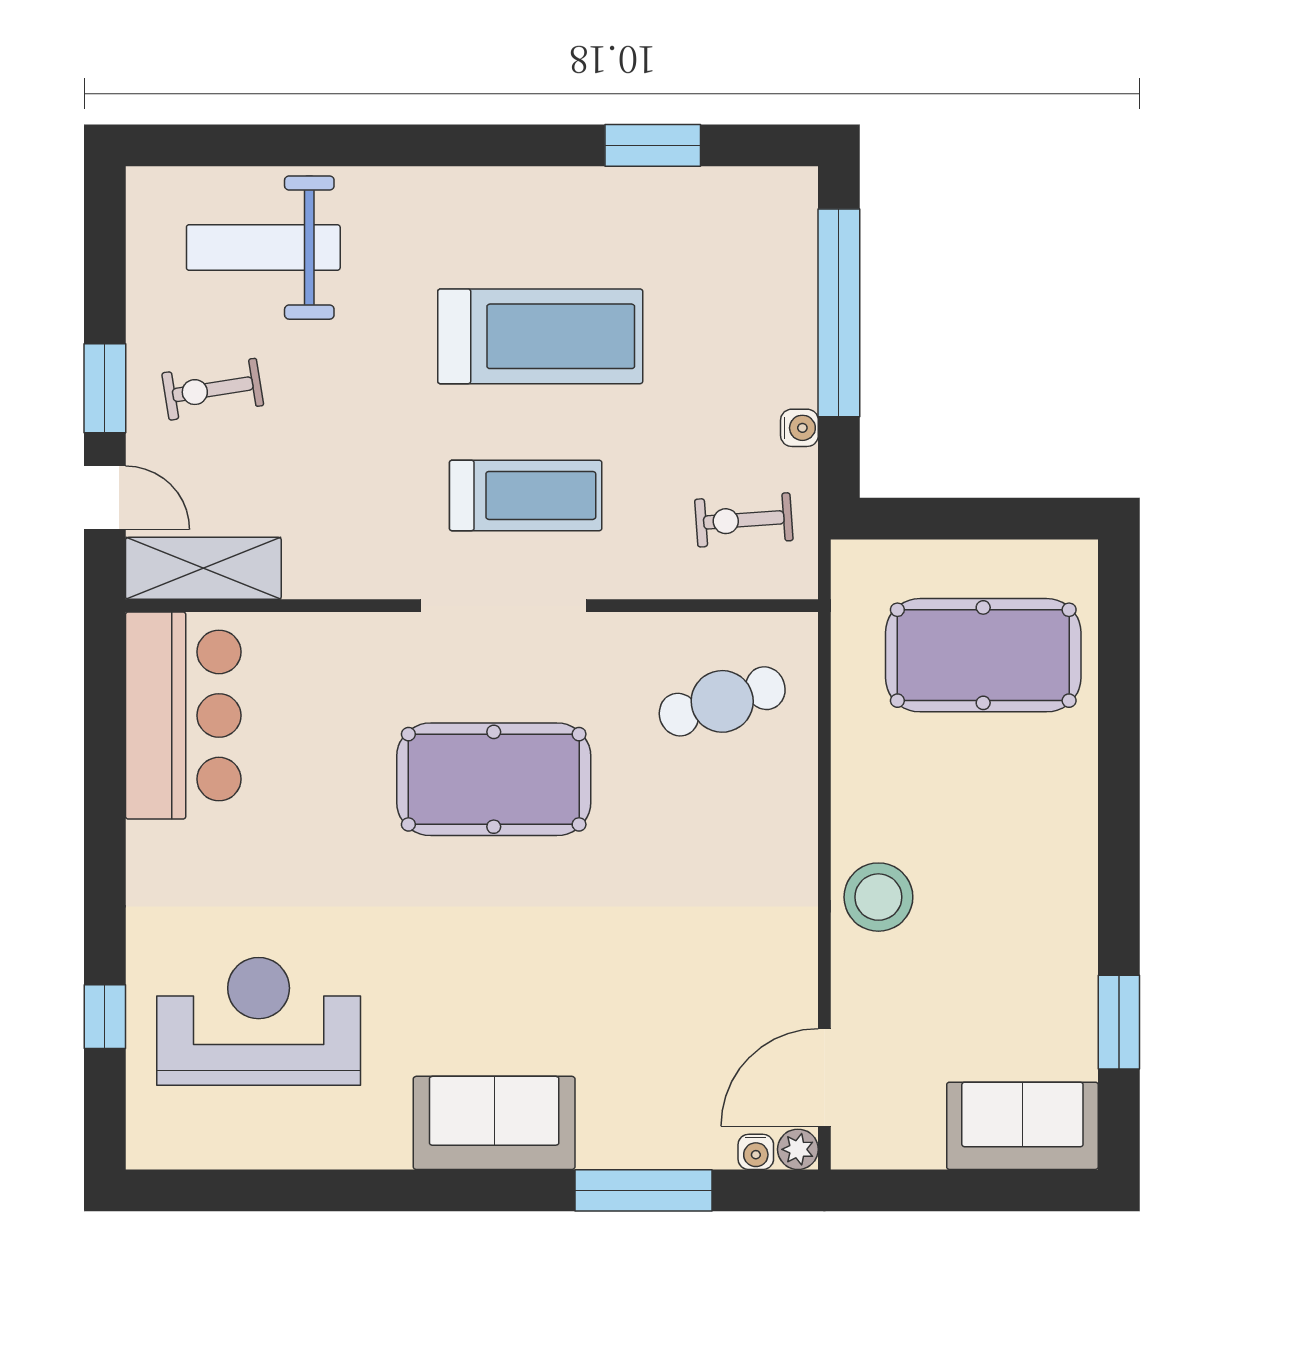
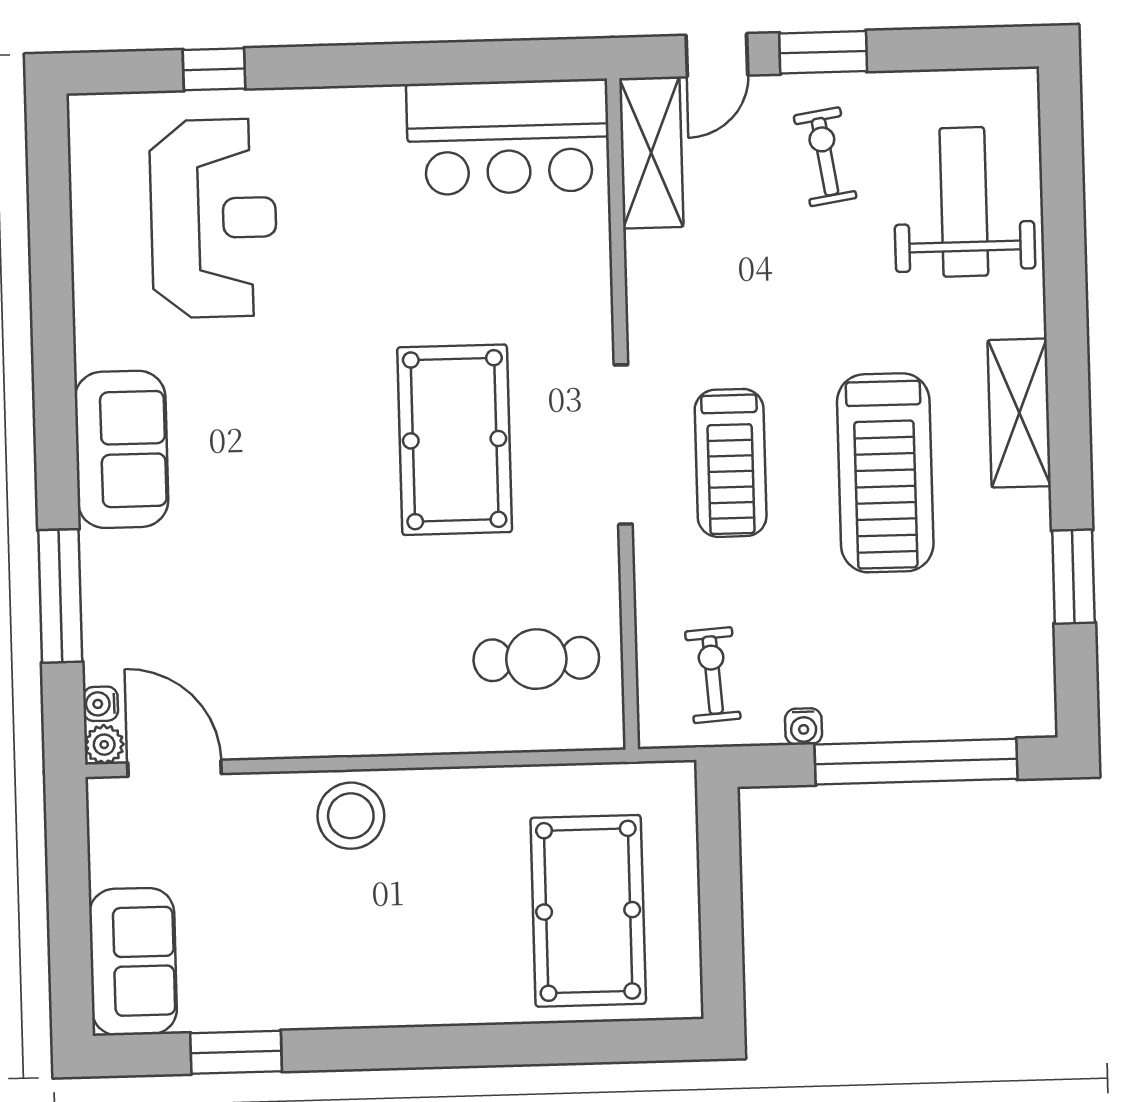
shelving: (483, 197) -> (1019, 413), added
cafe table: (722, 701) -> (536, 659), turned -73

